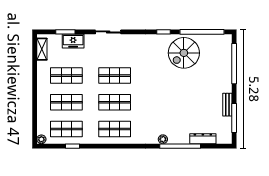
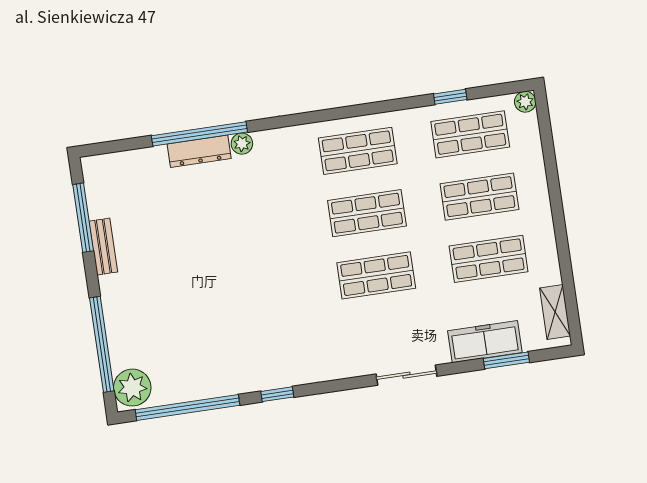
freezer: (73, 41) -> (485, 342), width x1.40
plant: (224, 44) -> (132, 388), added
spiral stairs: (184, 53) -> (223, 352), removed
dresser: (203, 139) -> (199, 151), moved

